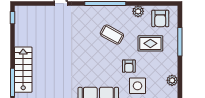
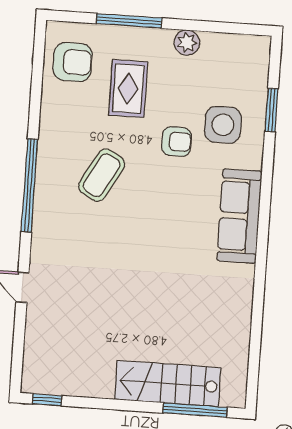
plant: (138, 11) -> (53, 112), removed
plant: (172, 80) -> (187, 43), moved

